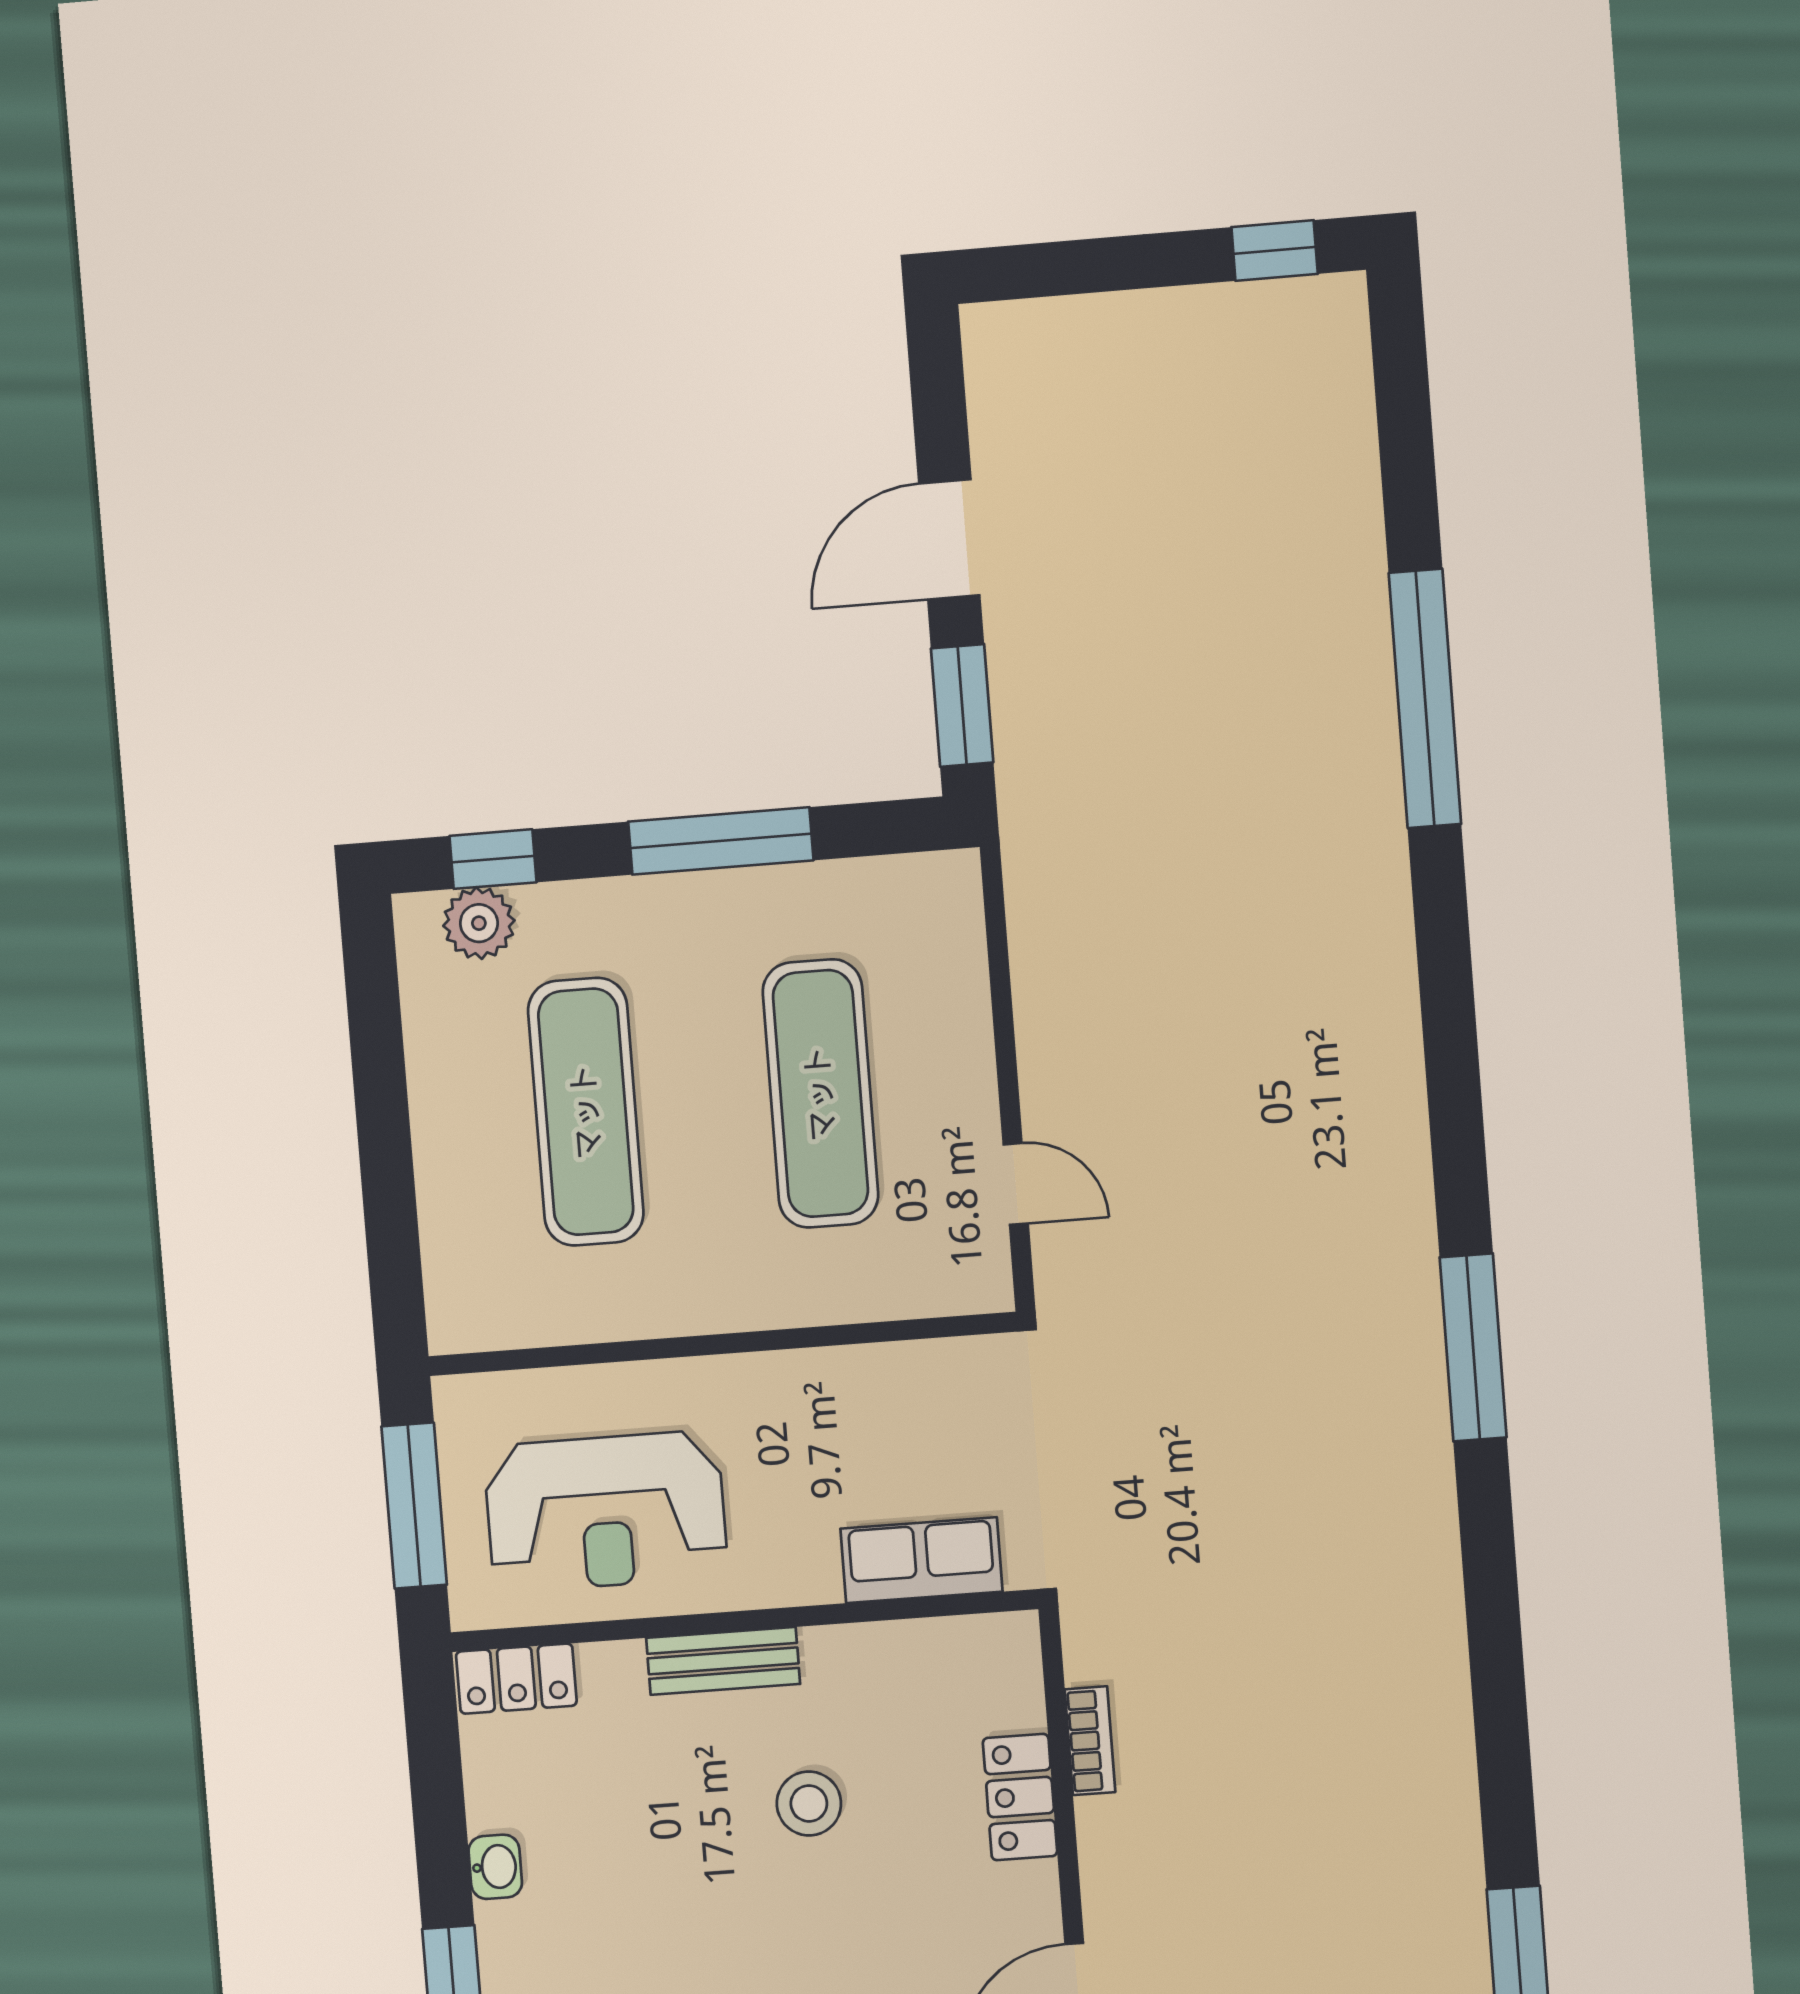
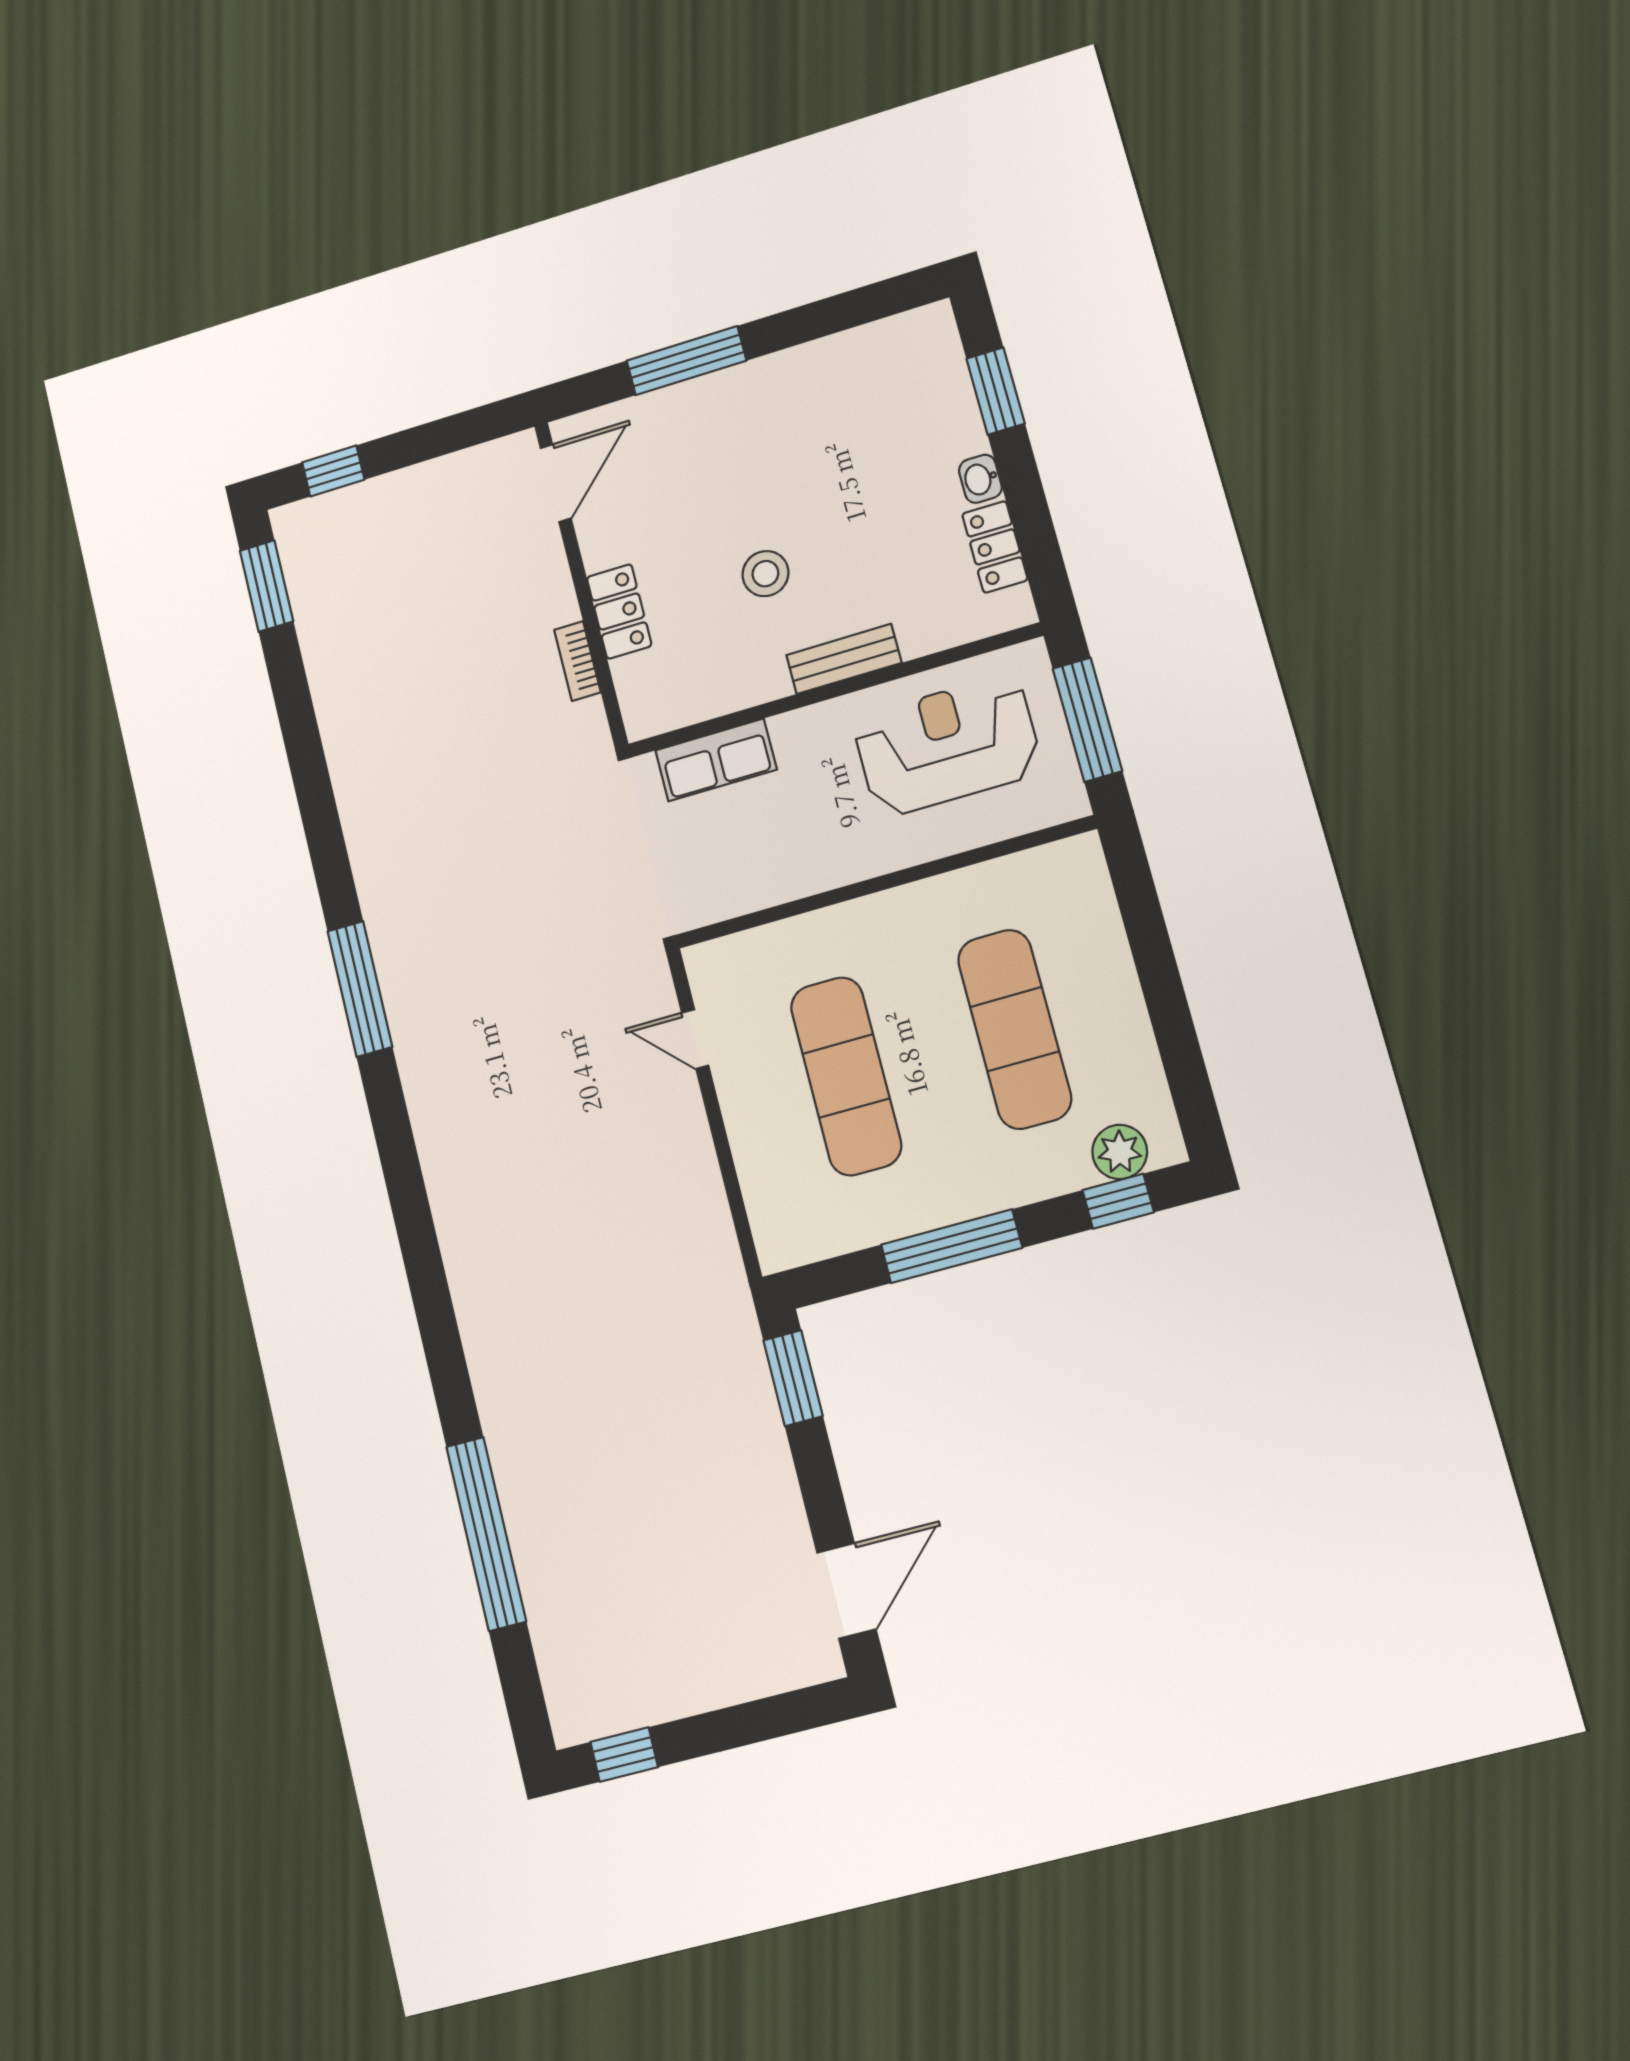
door: (949, 539) -> (846, 1591), moved
window: (1425, 699) -> (486, 1534), moved
locker: (516, 1679) -> (995, 547), moved, turned -90

